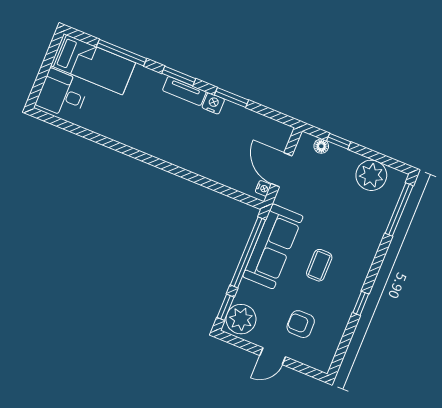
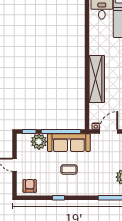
wardrobe: (183, 153) -> (97, 79), added
plant: (241, 319) -> (39, 142), moved
armchair: (301, 324) -> (30, 186), moved

